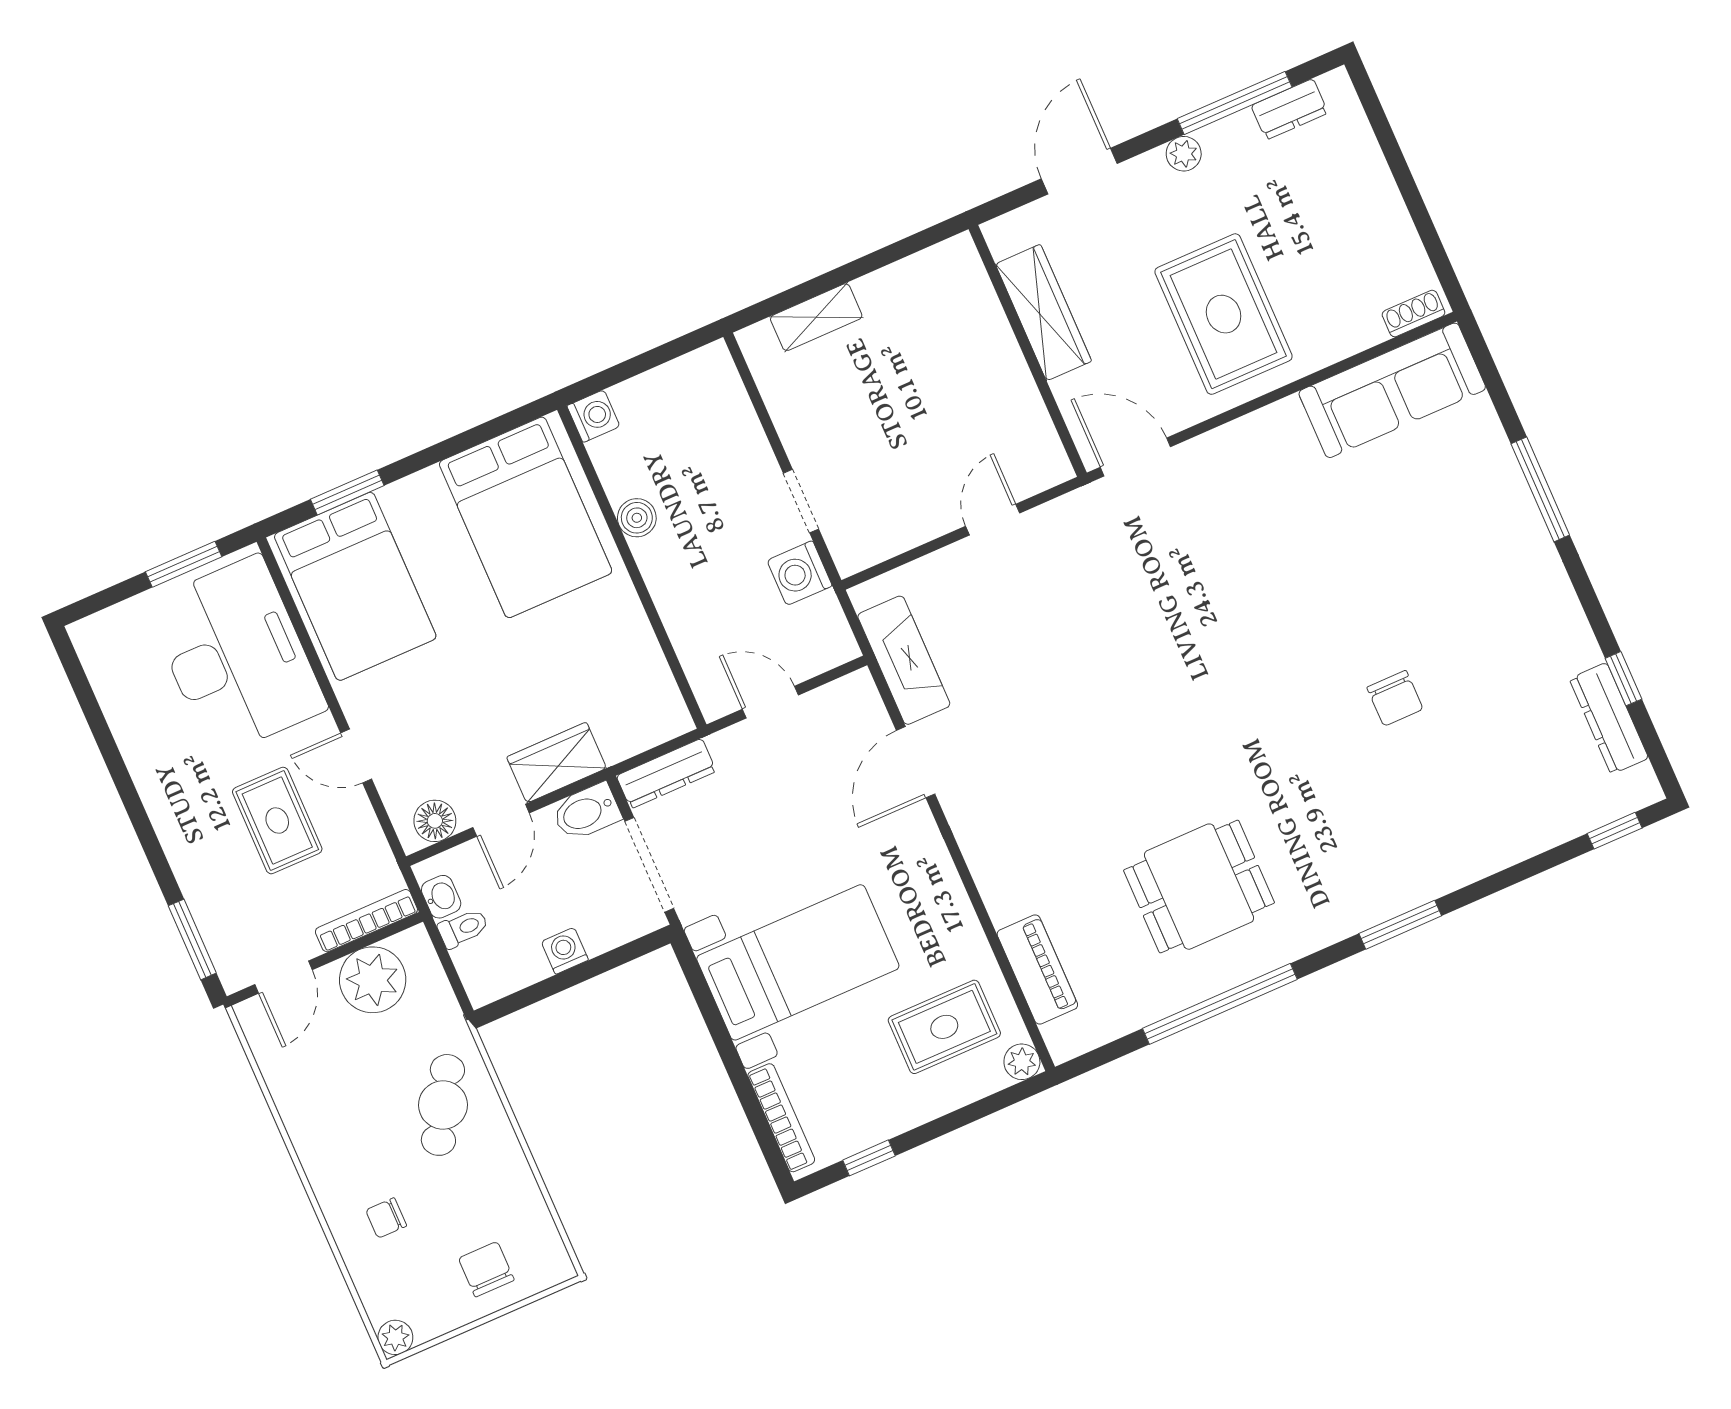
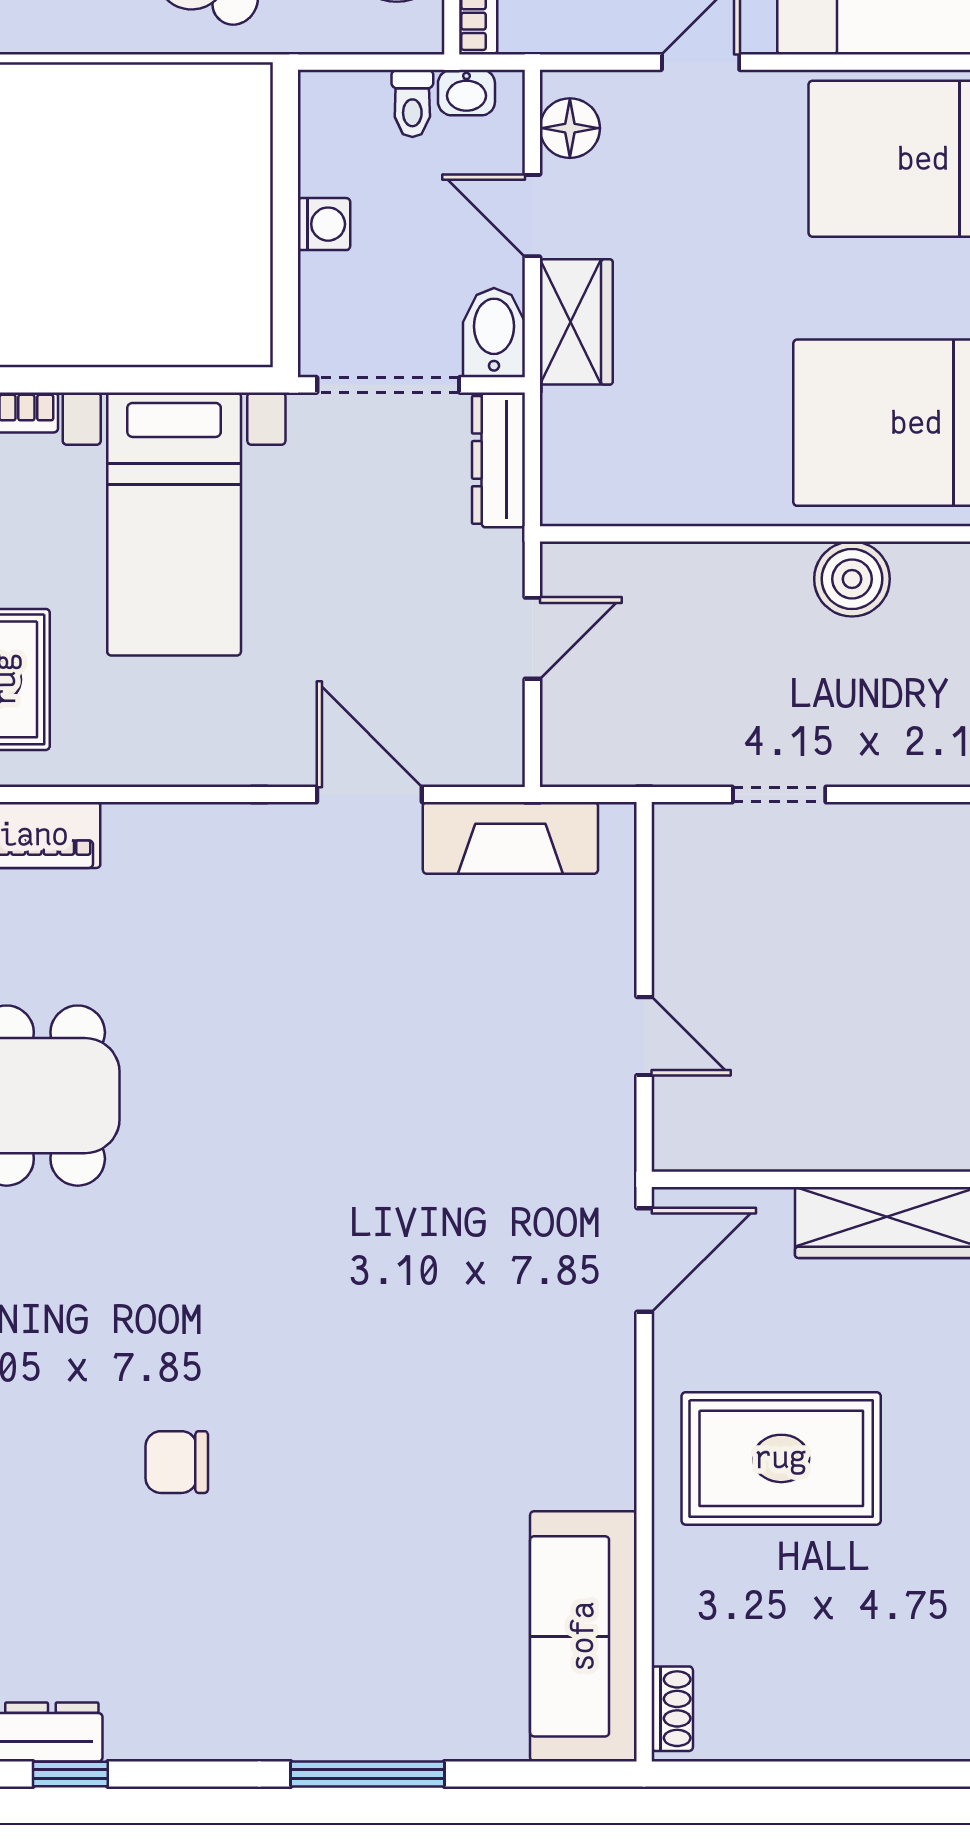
boiler: (637, 518) -> (852, 579), width x1.36, depth x1.36
washing machine: (800, 573) -> (685, 751), removed

